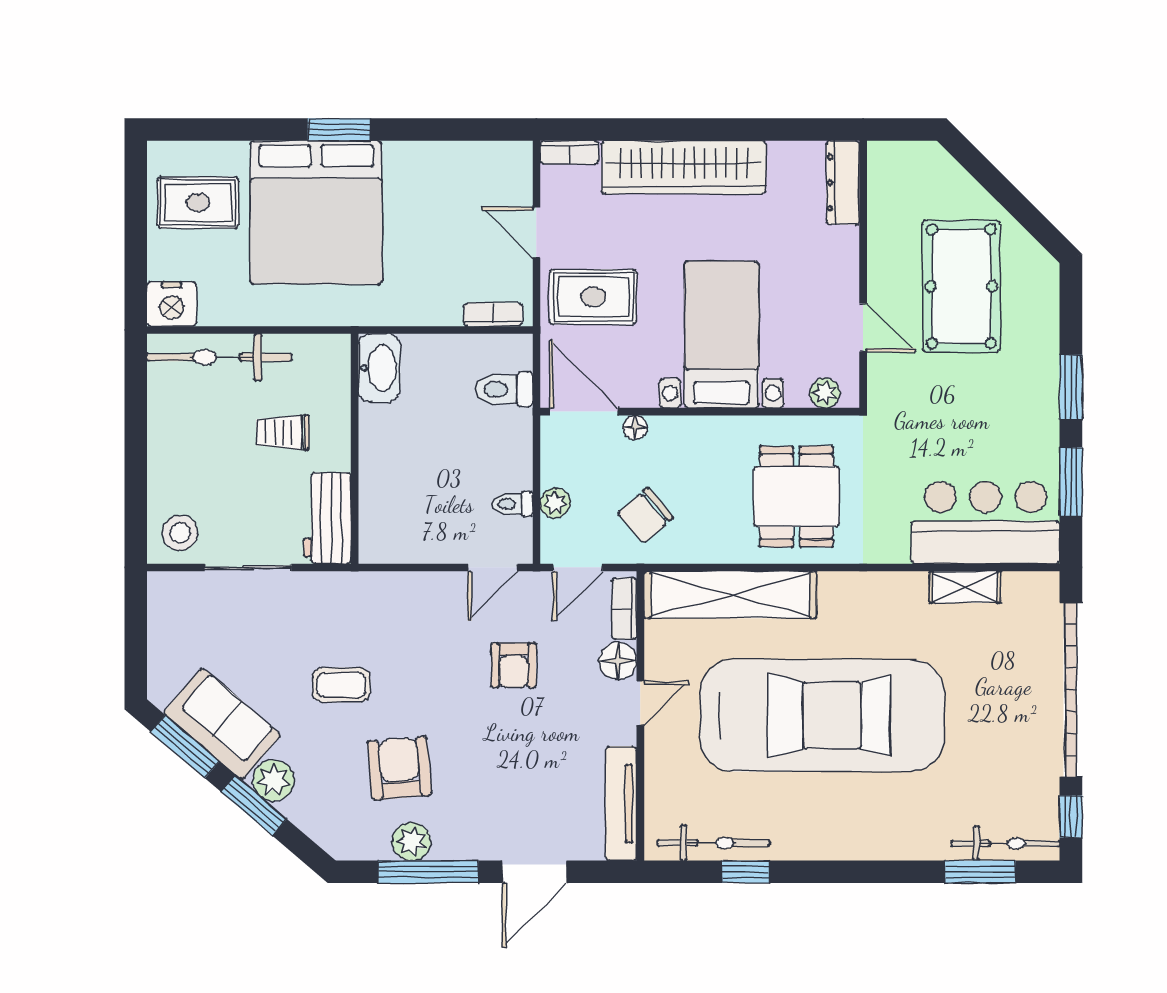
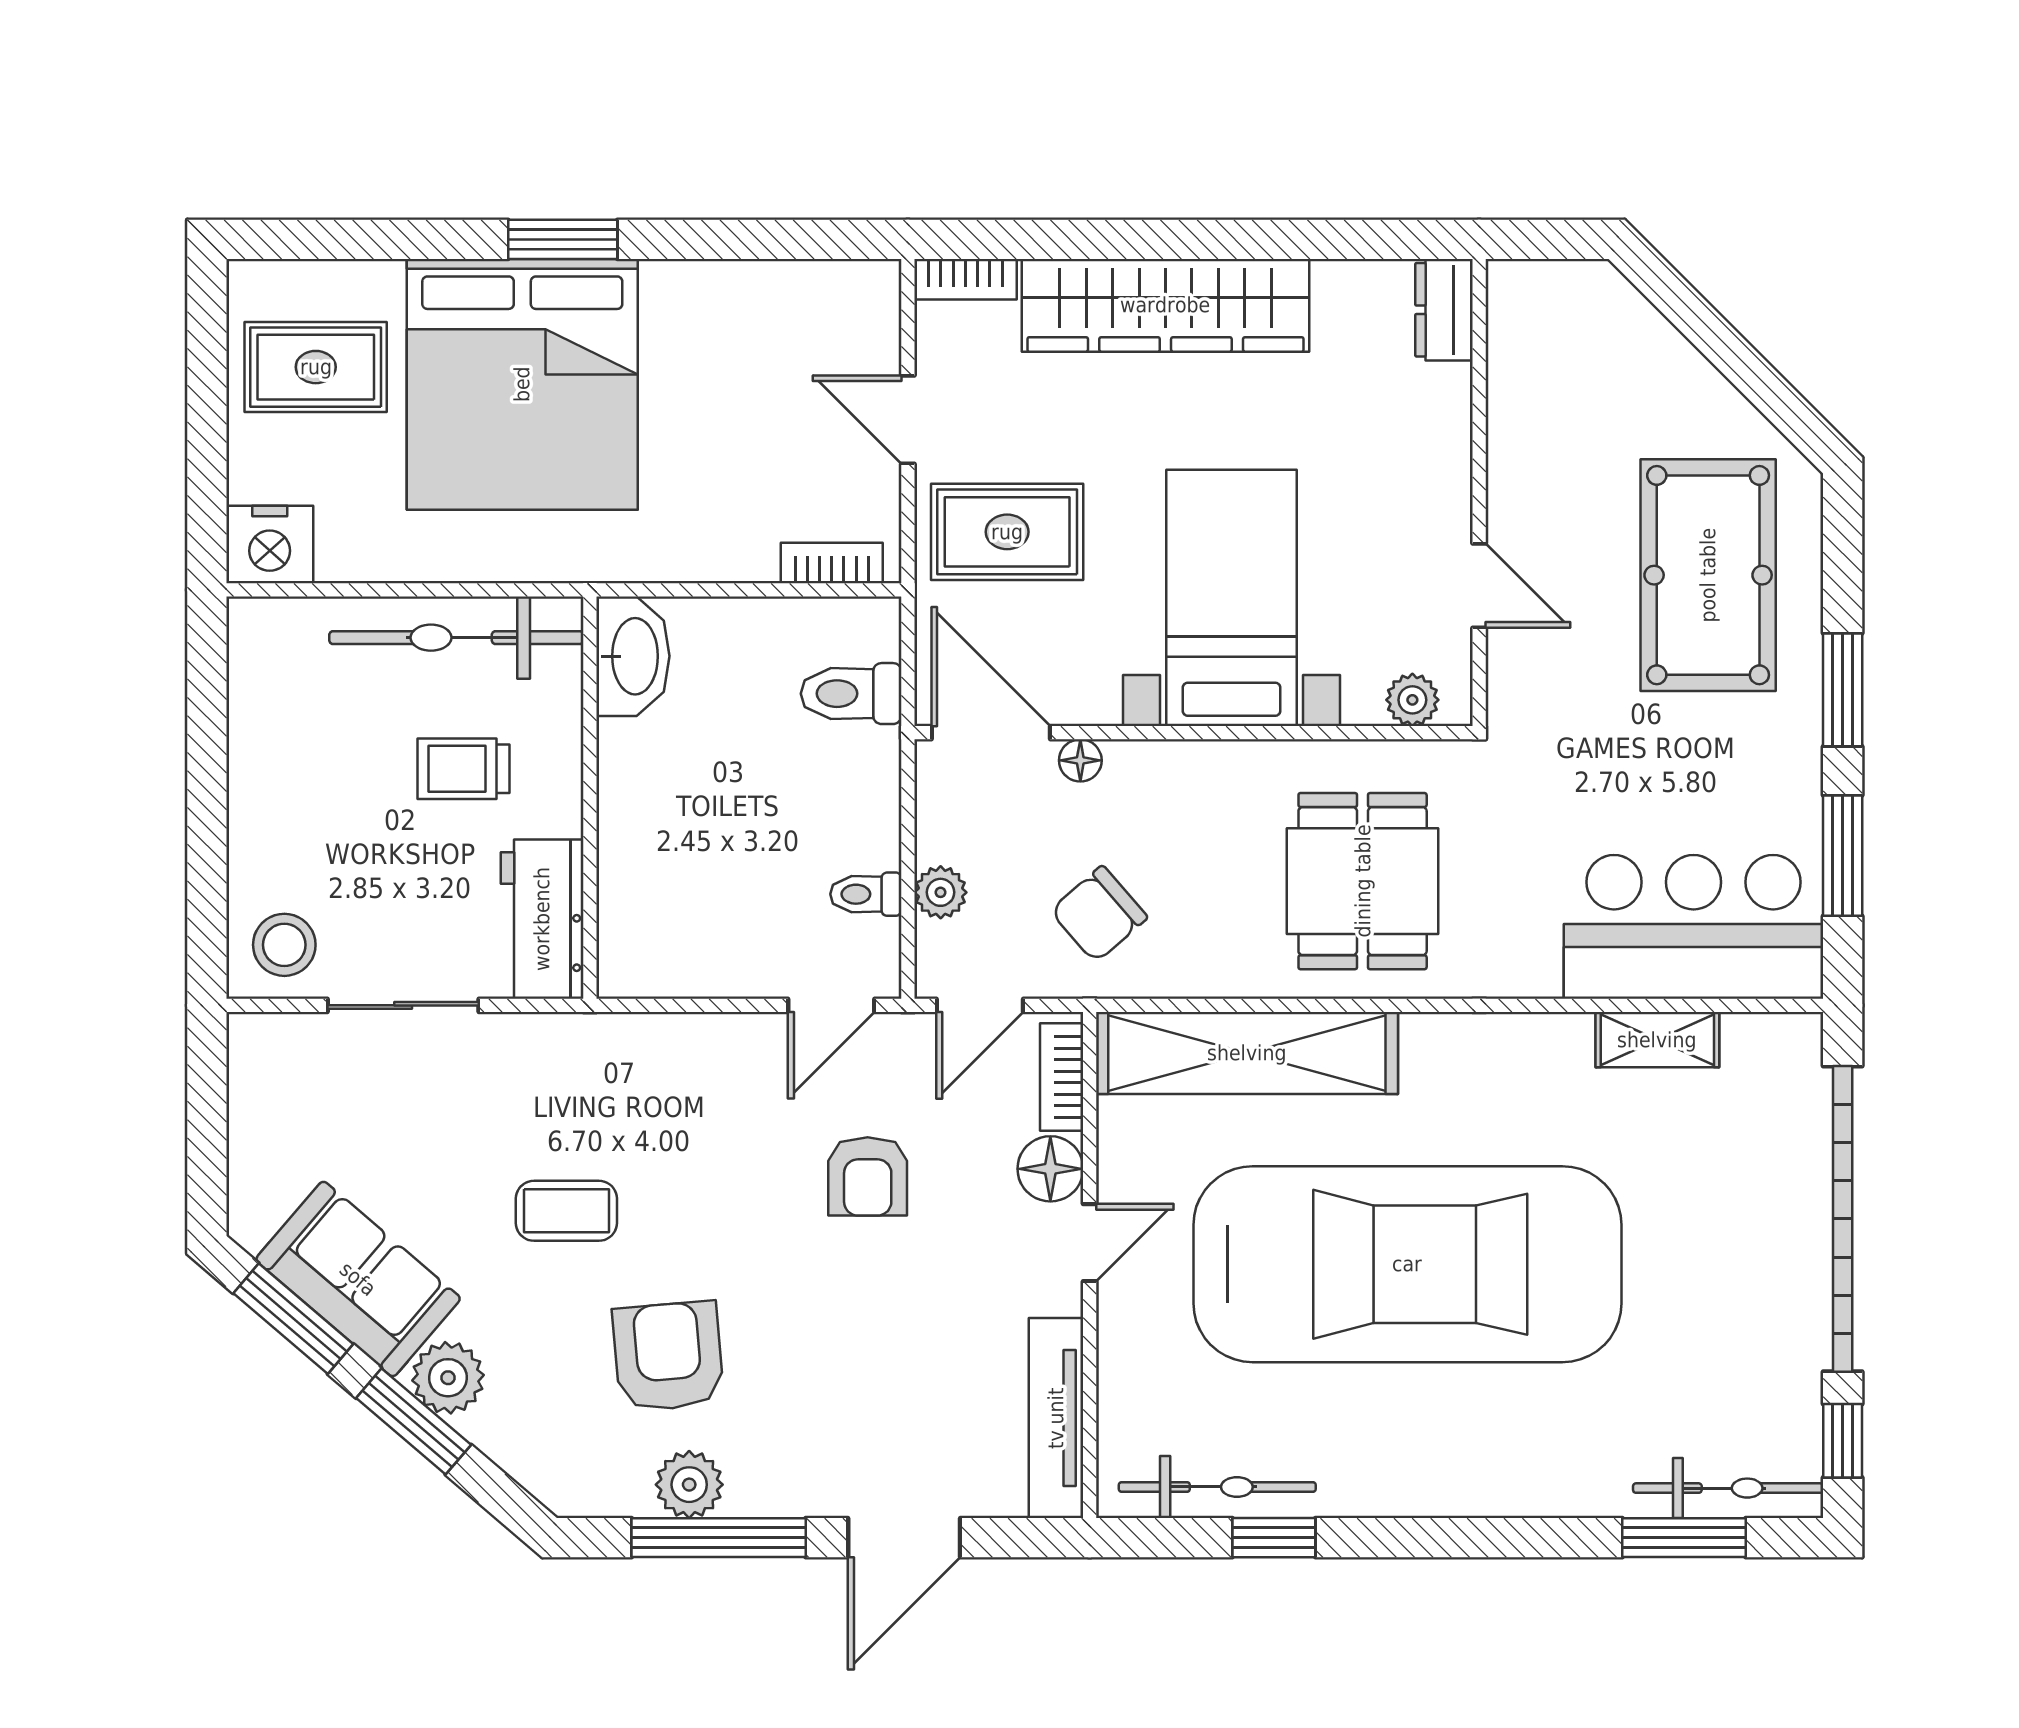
dresser: (843, 183) -> (1444, 310), width x0.70
pool table: (961, 286) -> (1708, 575), moved
bicycle: (219, 357) -> (456, 638), moved

